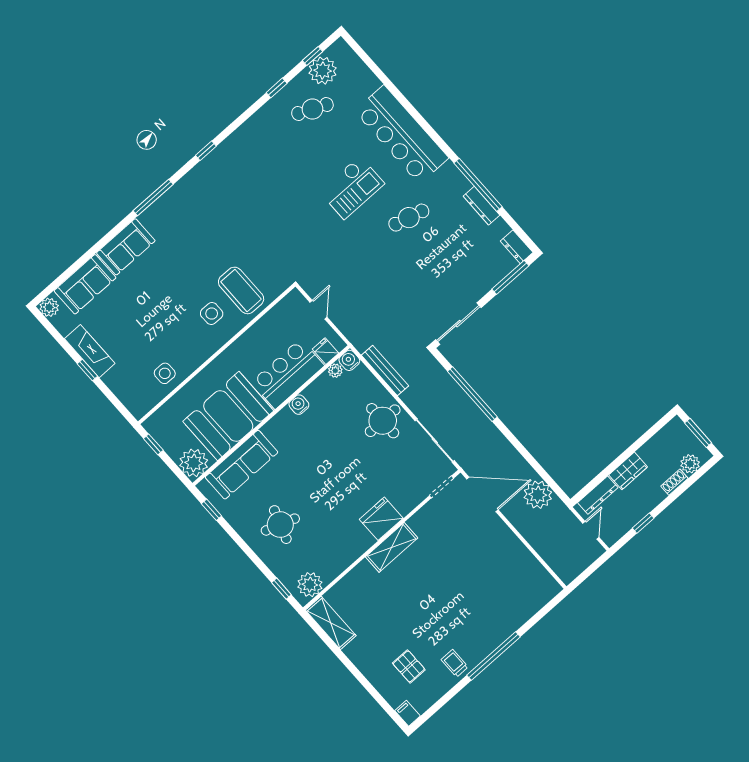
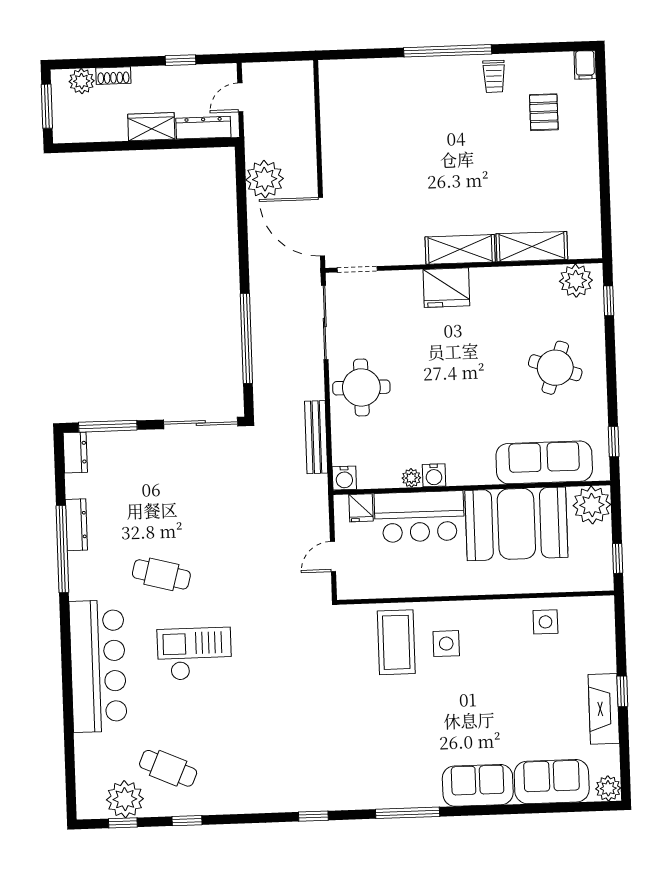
plant: (335, 371) -> (411, 478), moved
shelving: (331, 623) -> (532, 247), moved, turned 90

